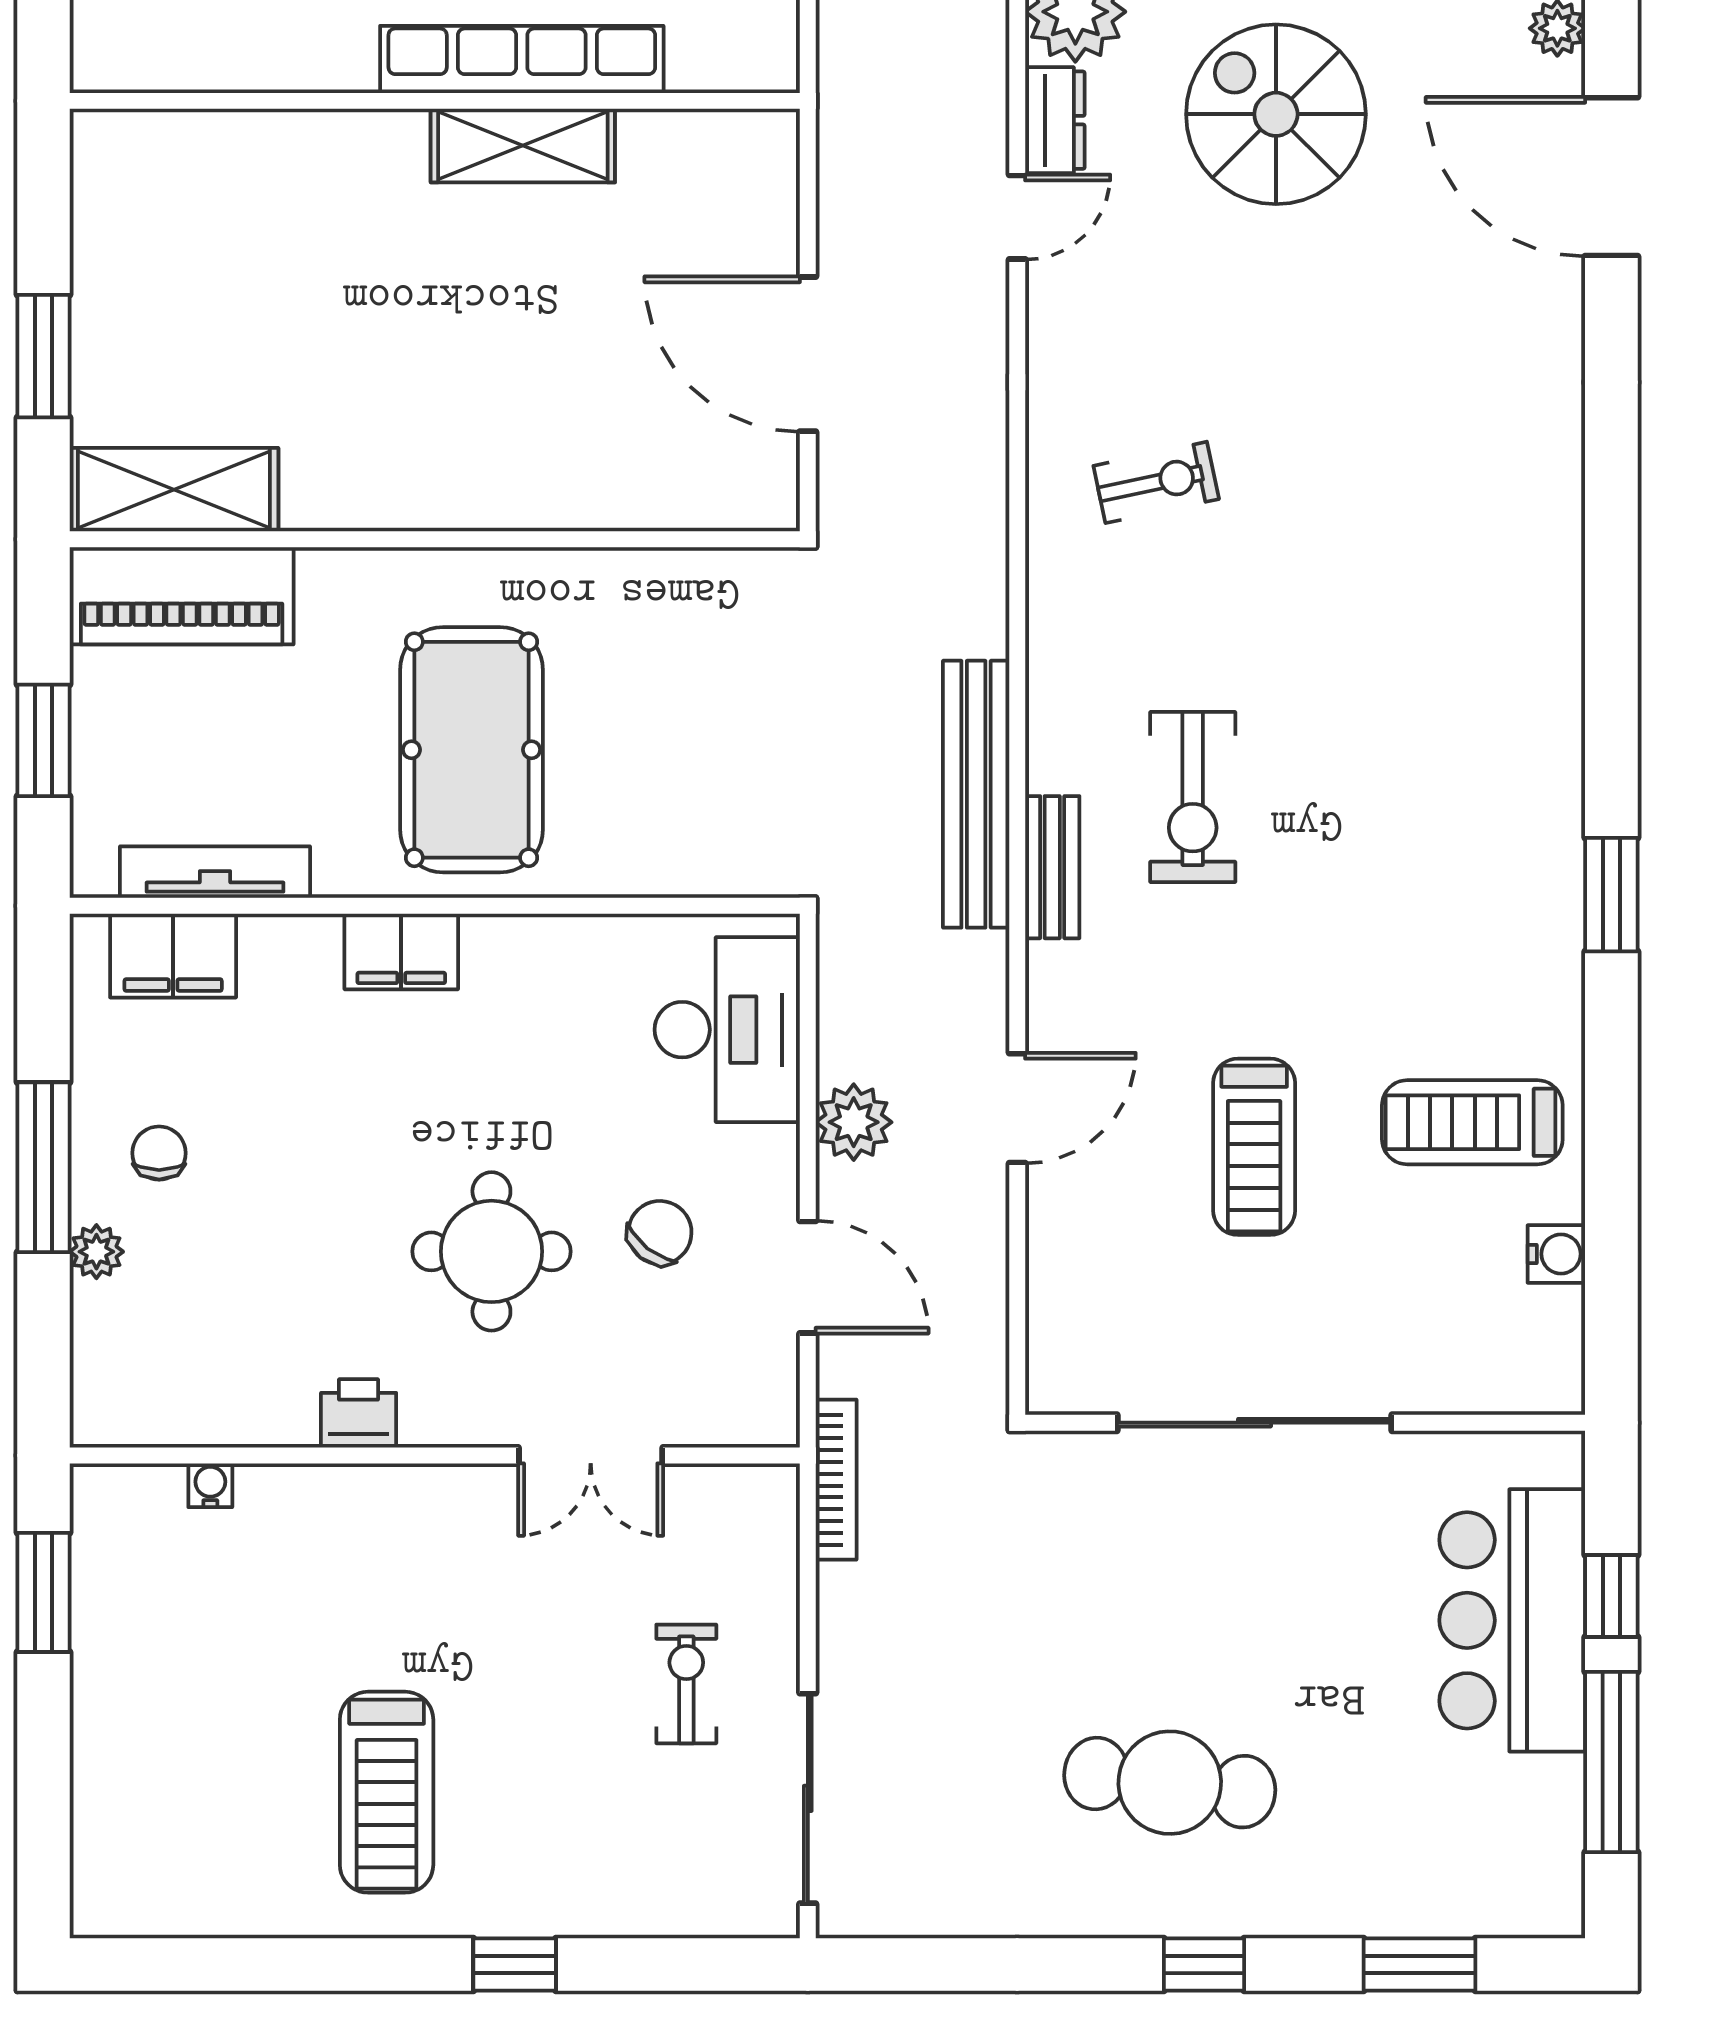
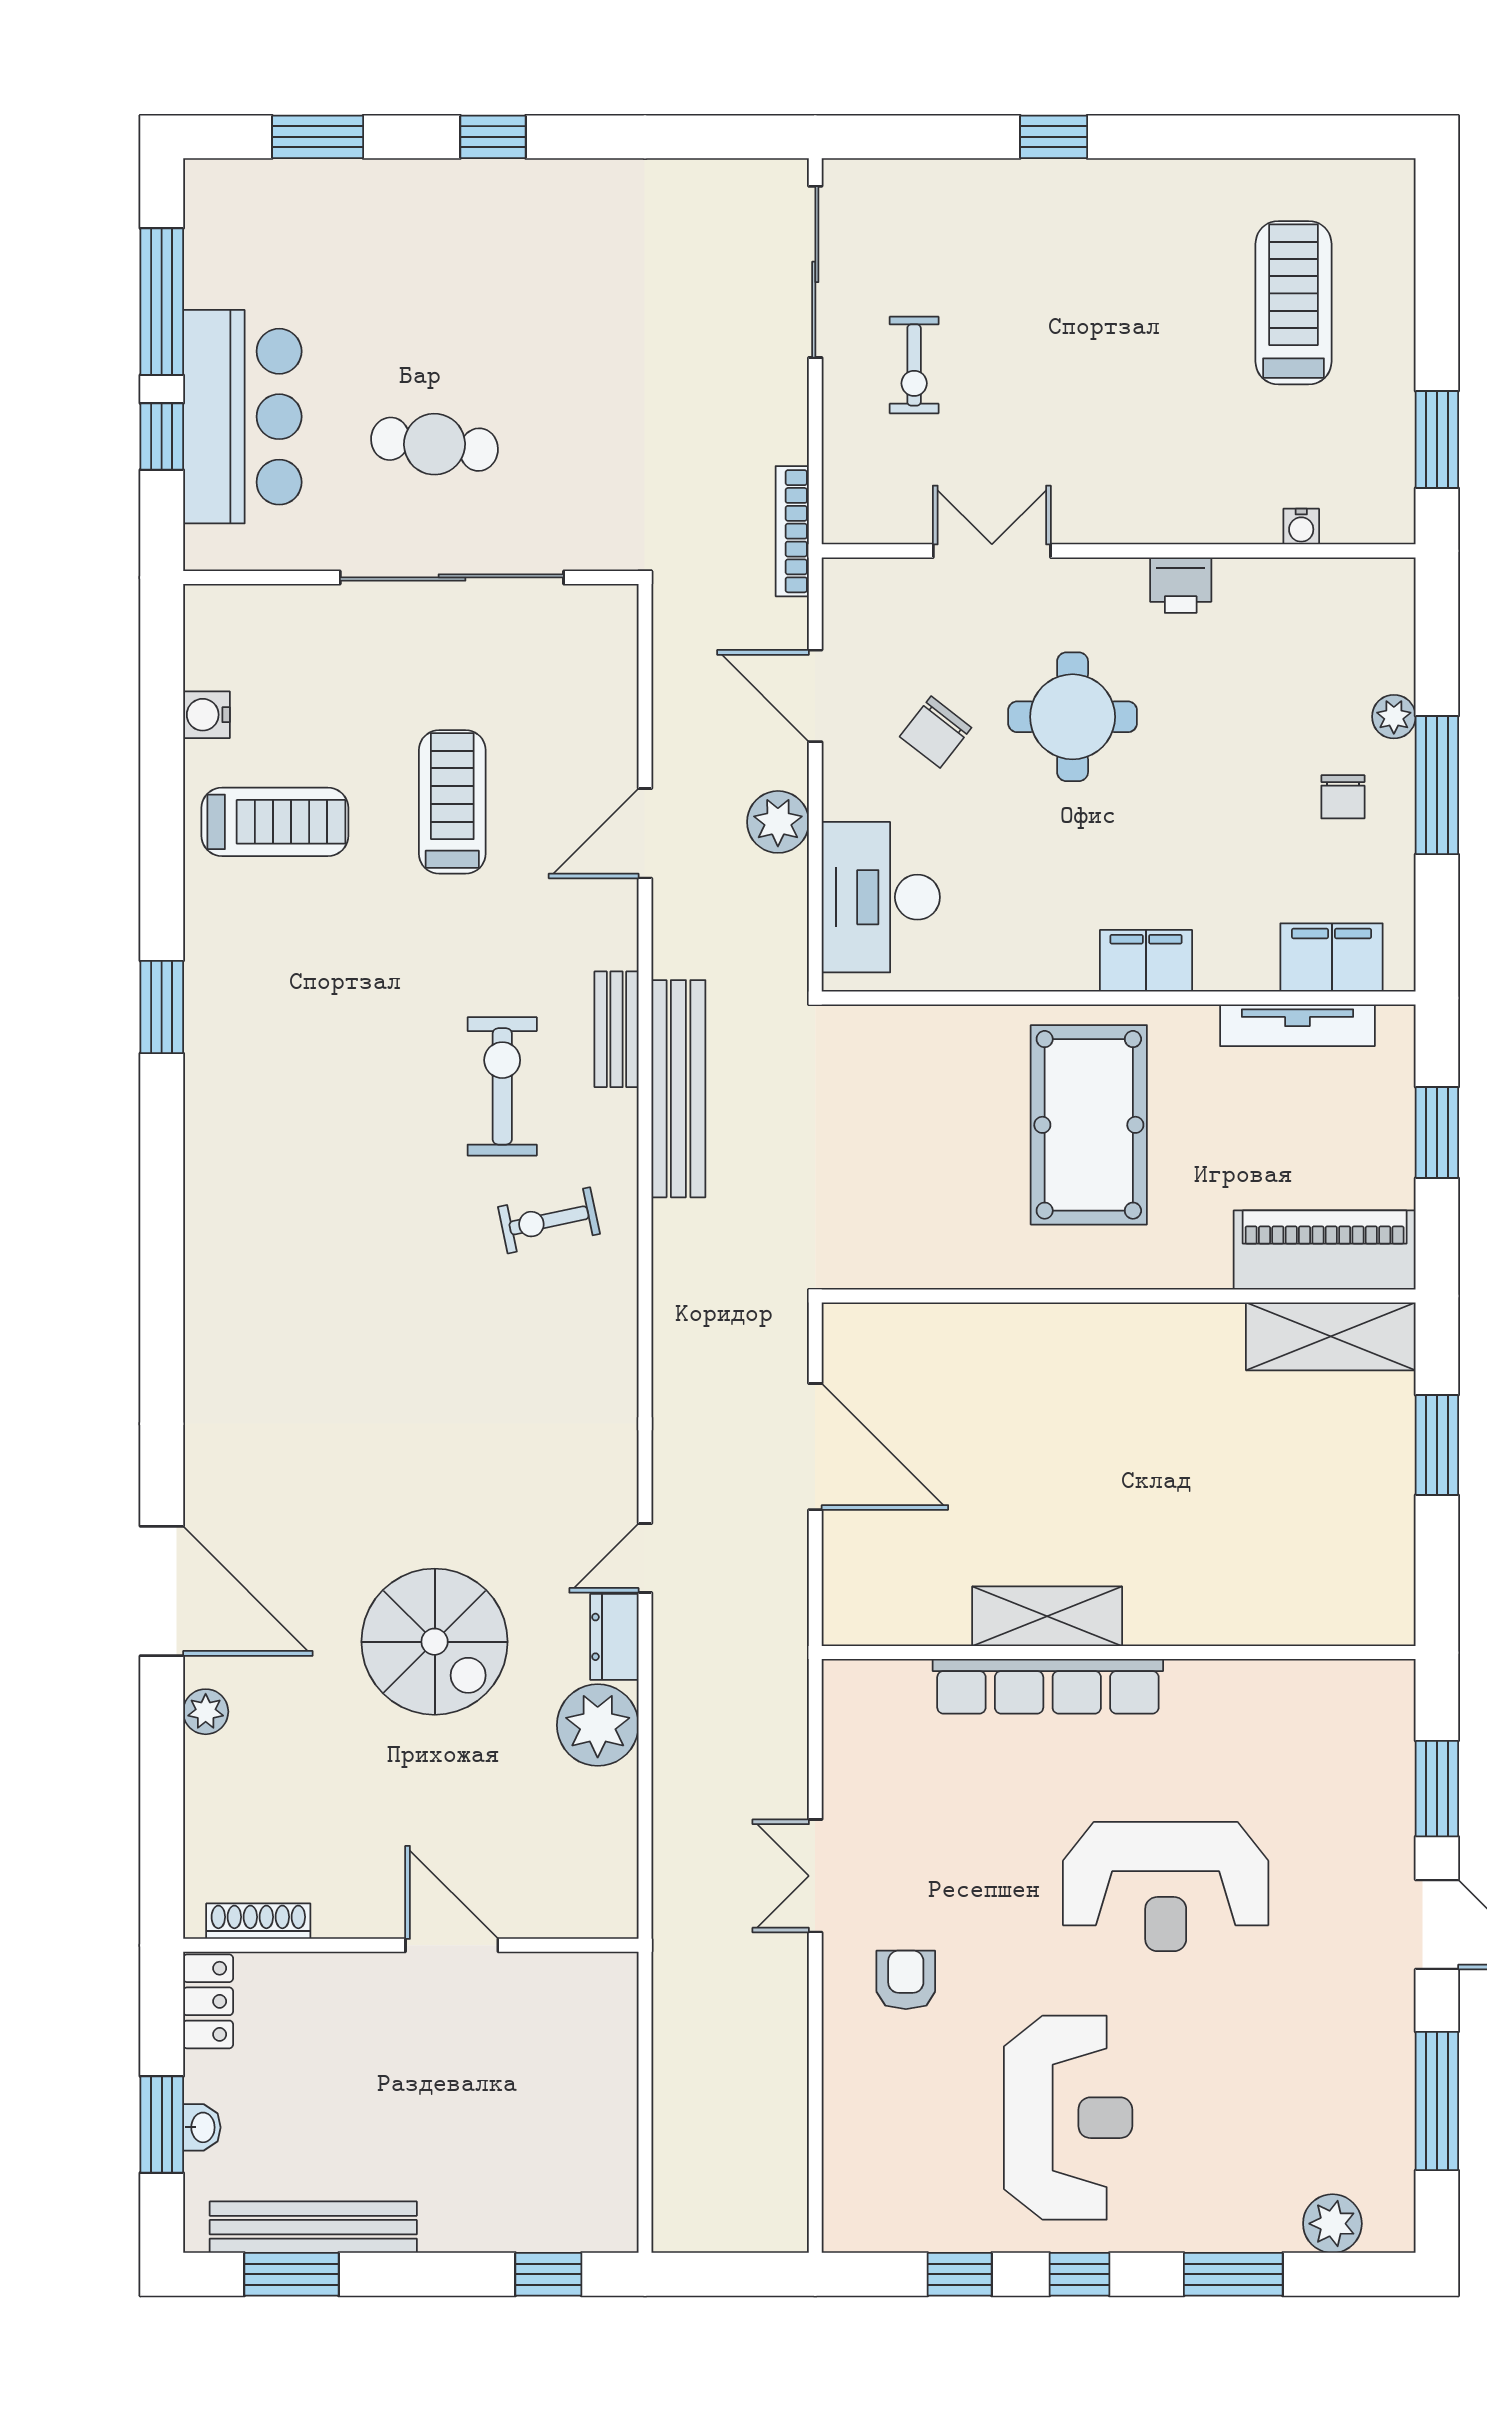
exercise bike: (1156, 482) -> (549, 1220), moved
cafe table: (1170, 1783) -> (435, 444), moved, width x0.73, depth x0.74
treadmill: (387, 1792) -> (1294, 303), moved

